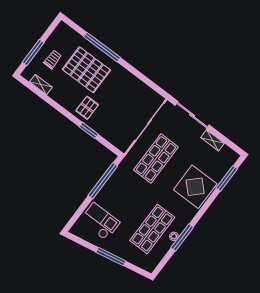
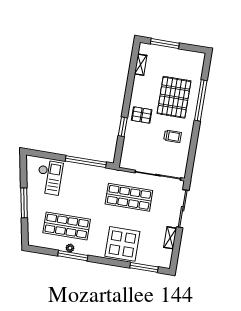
trolley: (53, 59) -> (173, 136), moved

